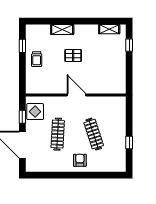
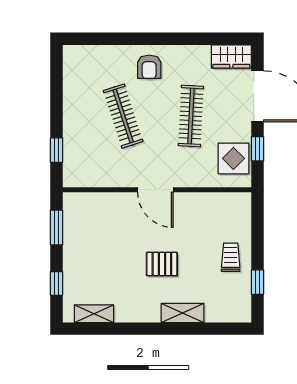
window: (129, 75) -> (56, 227), added
window: (129, 142) -> (56, 150), moved
wardrobe: (36, 166) -> (231, 56), added

